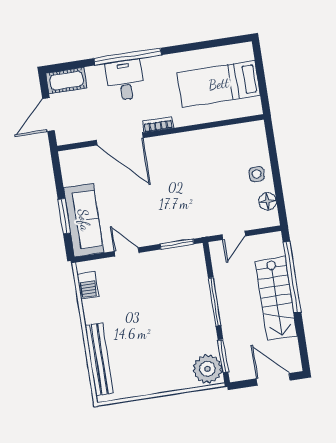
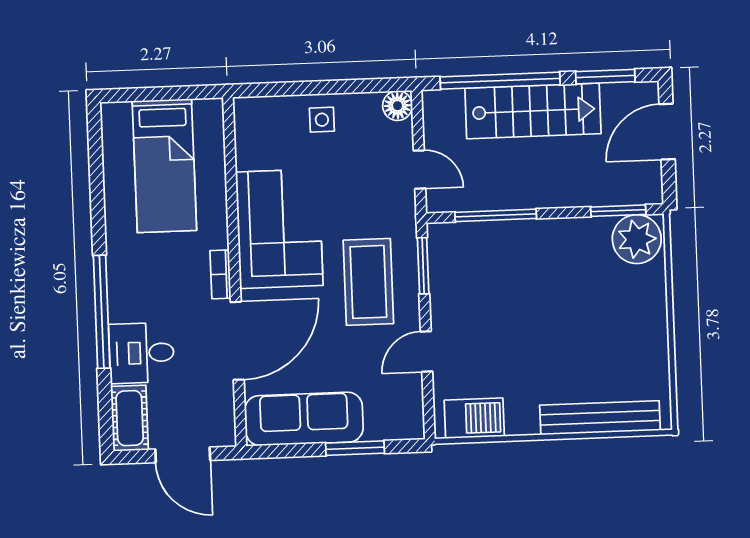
desk: (125, 80) -> (142, 353), moved
corner sofa: (189, 156) -> (279, 229), added
floor lamp: (268, 201) -> (398, 106), moved
coffee table: (164, 213) -> (368, 282), added
sofa: (84, 220) -> (304, 419), moved
barbecue: (88, 285) -> (474, 418), width x1.38, depth x1.27
window: (215, 302) -> (496, 215), moved
window: (302, 339) -> (605, 77), added

